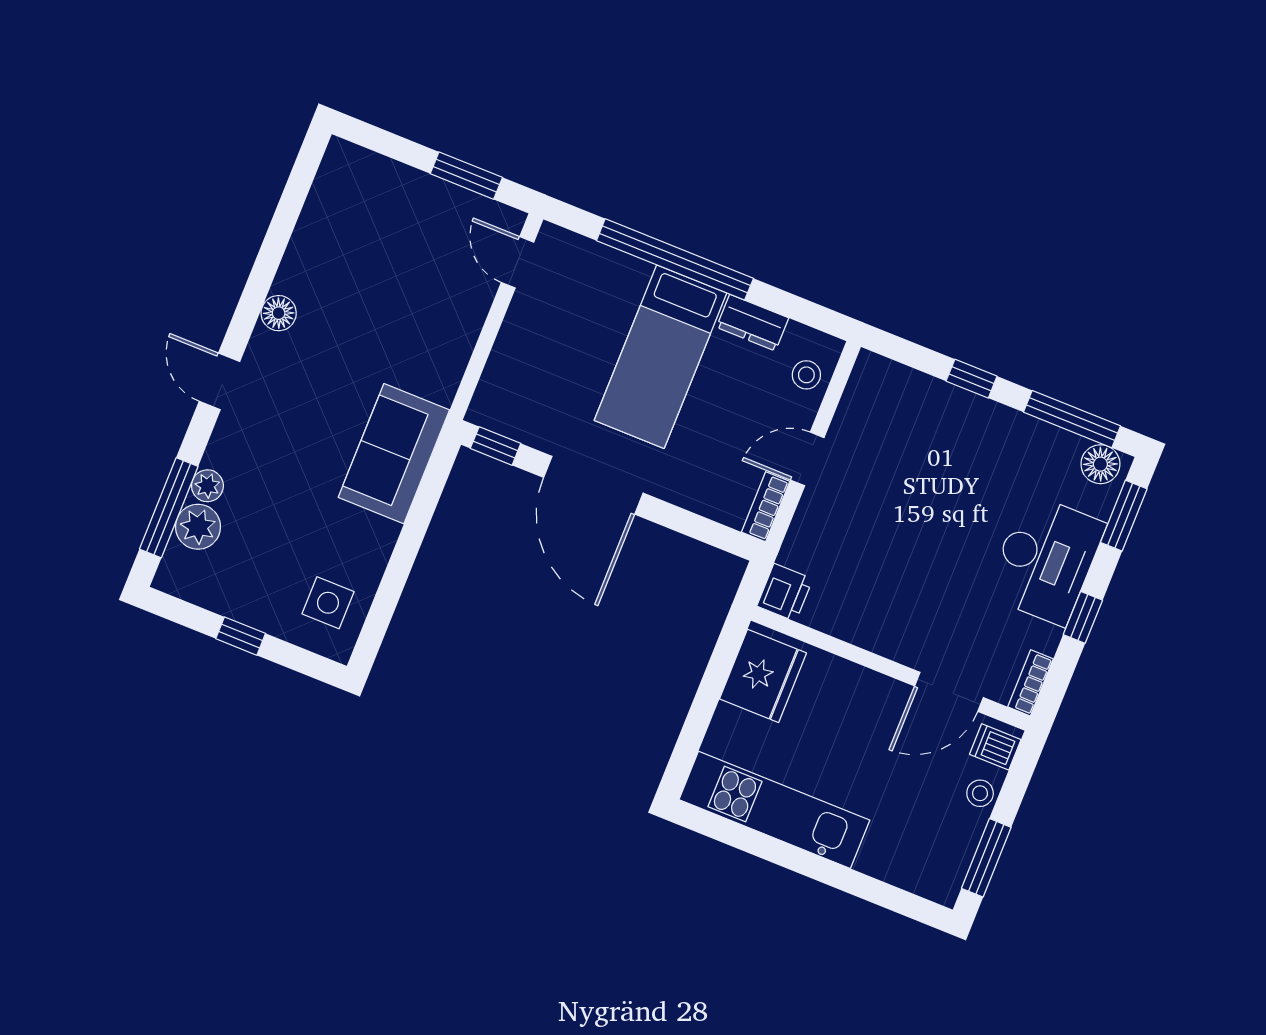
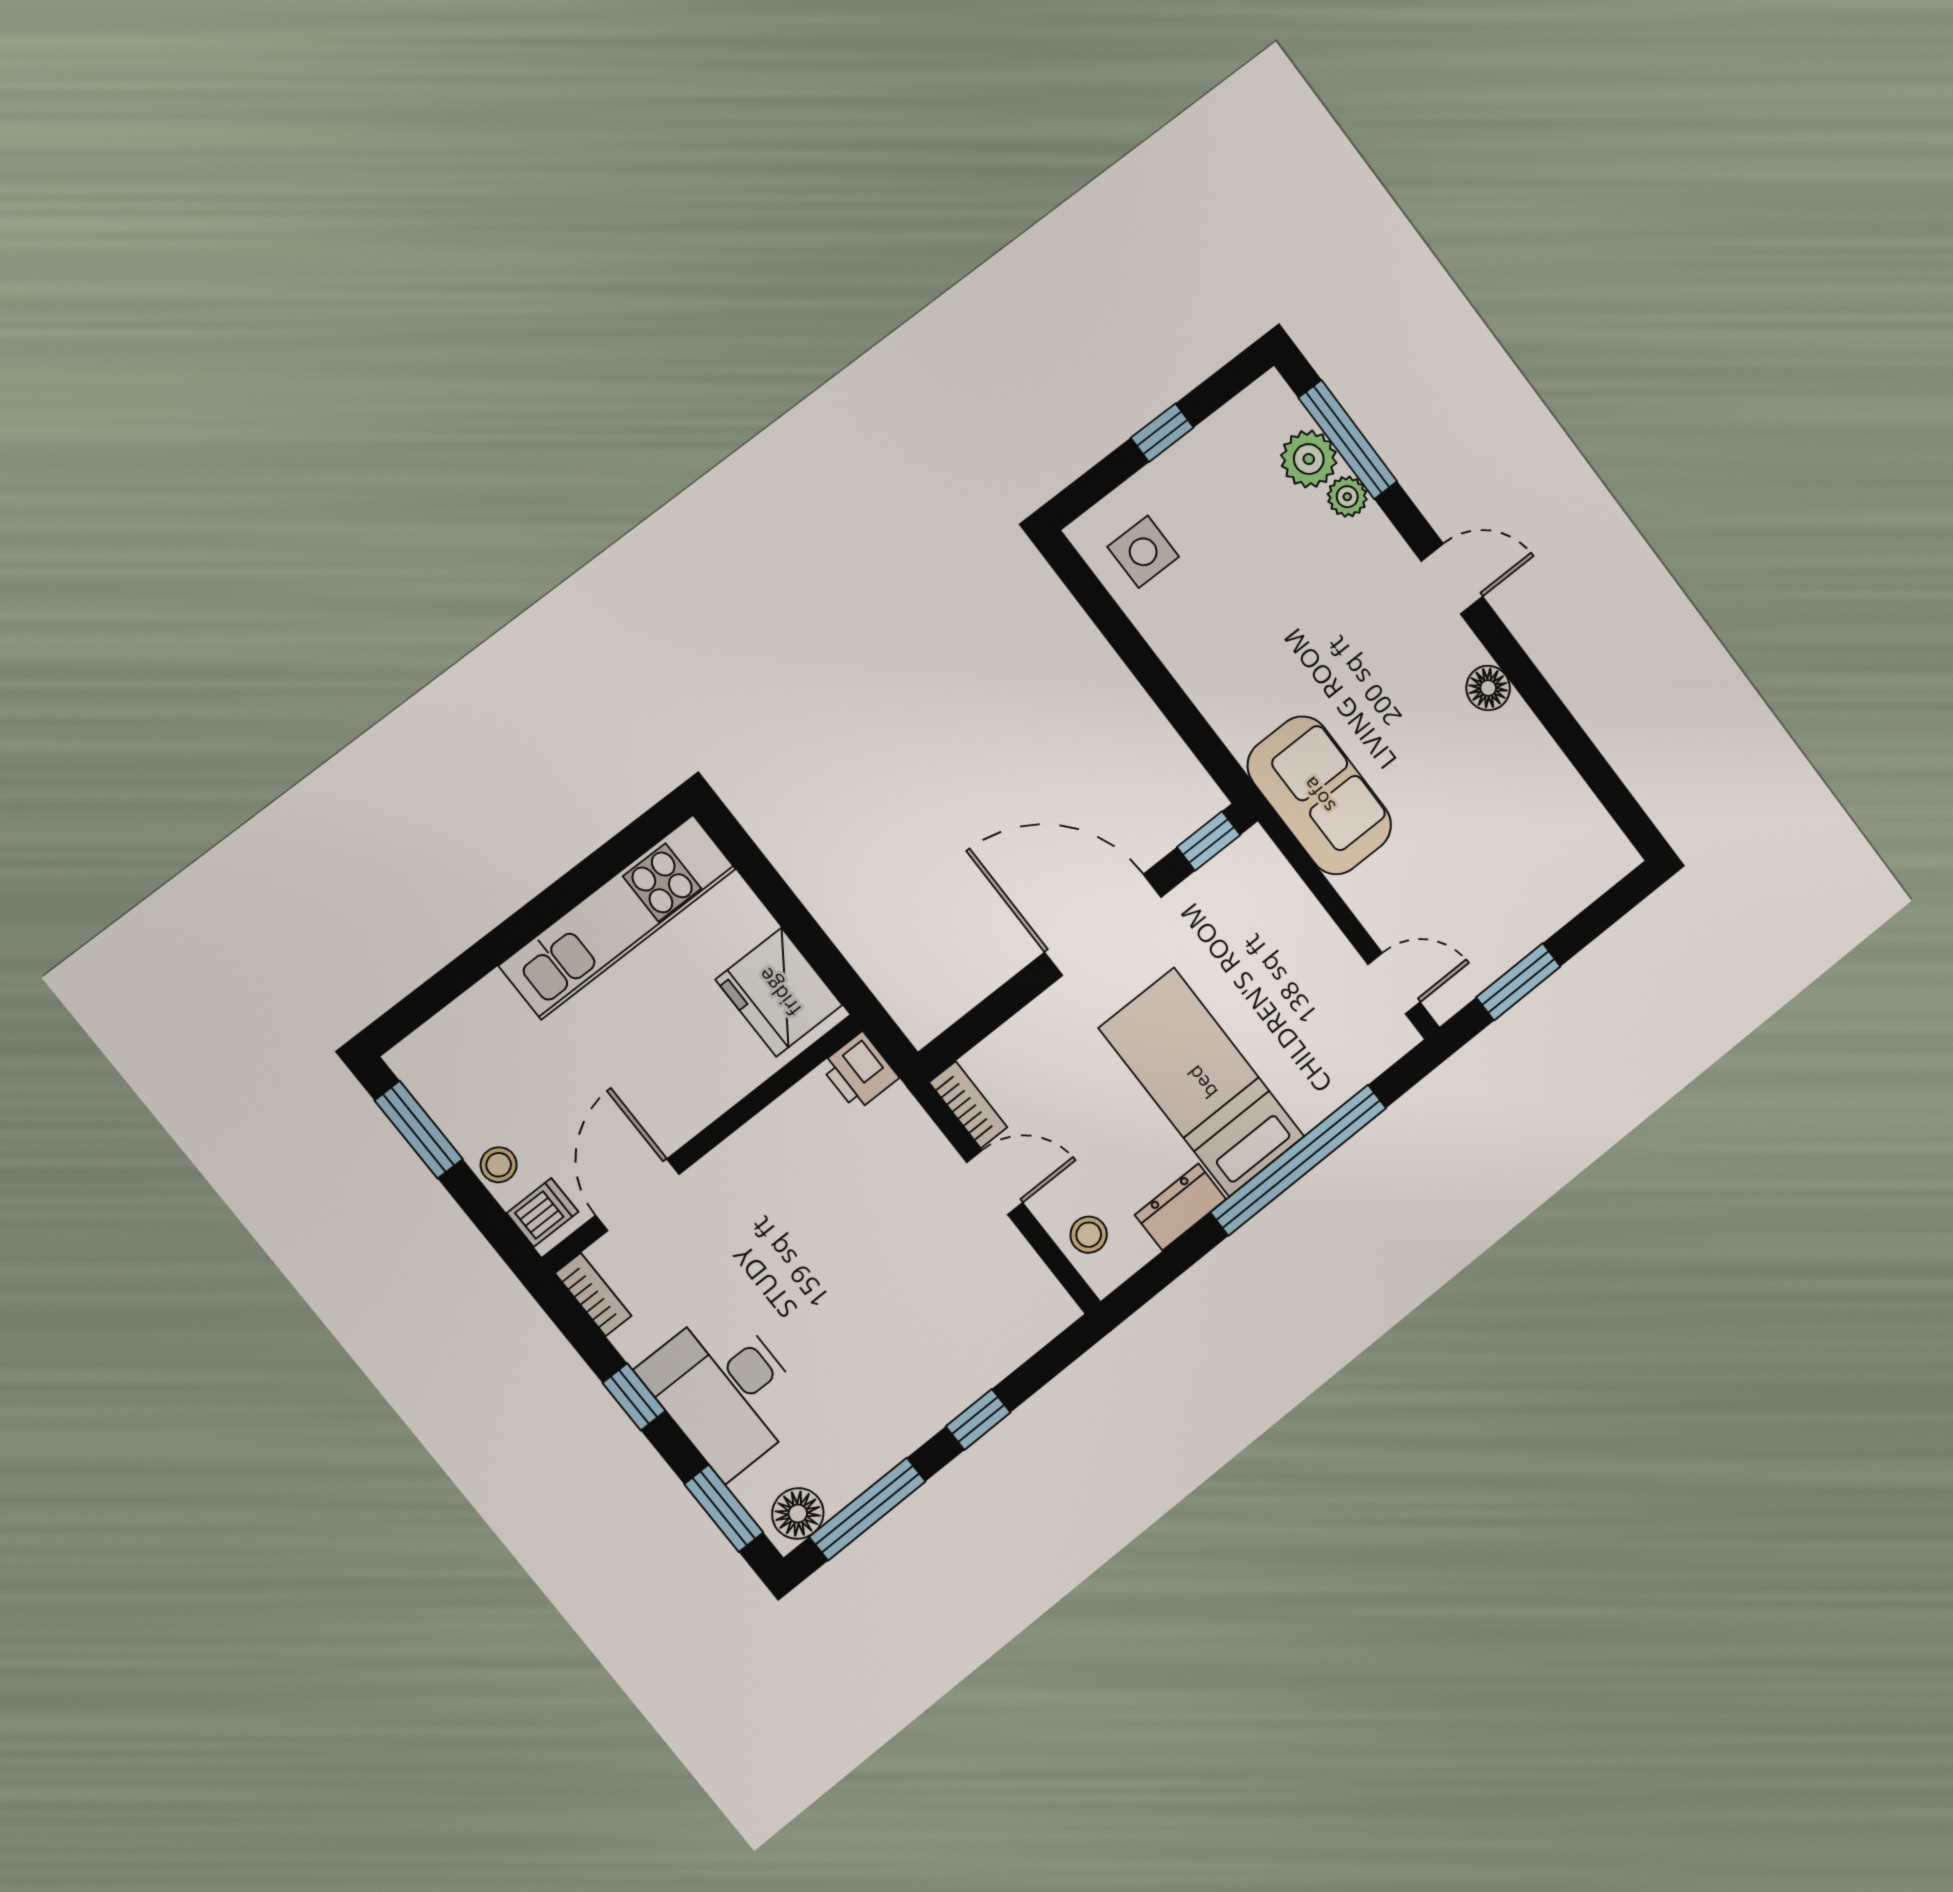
sofa: (394, 454) -> (1319, 795), moved
door: (807, 459) -> (995, 1183), hinge flipped

